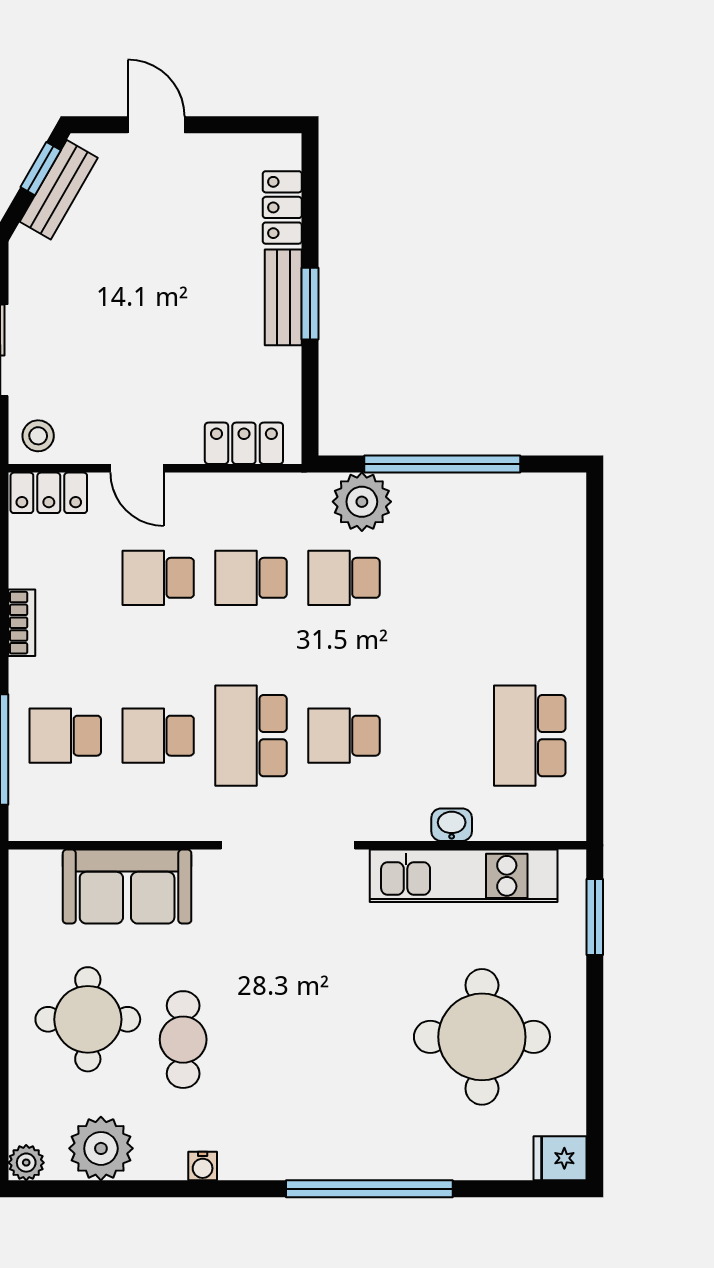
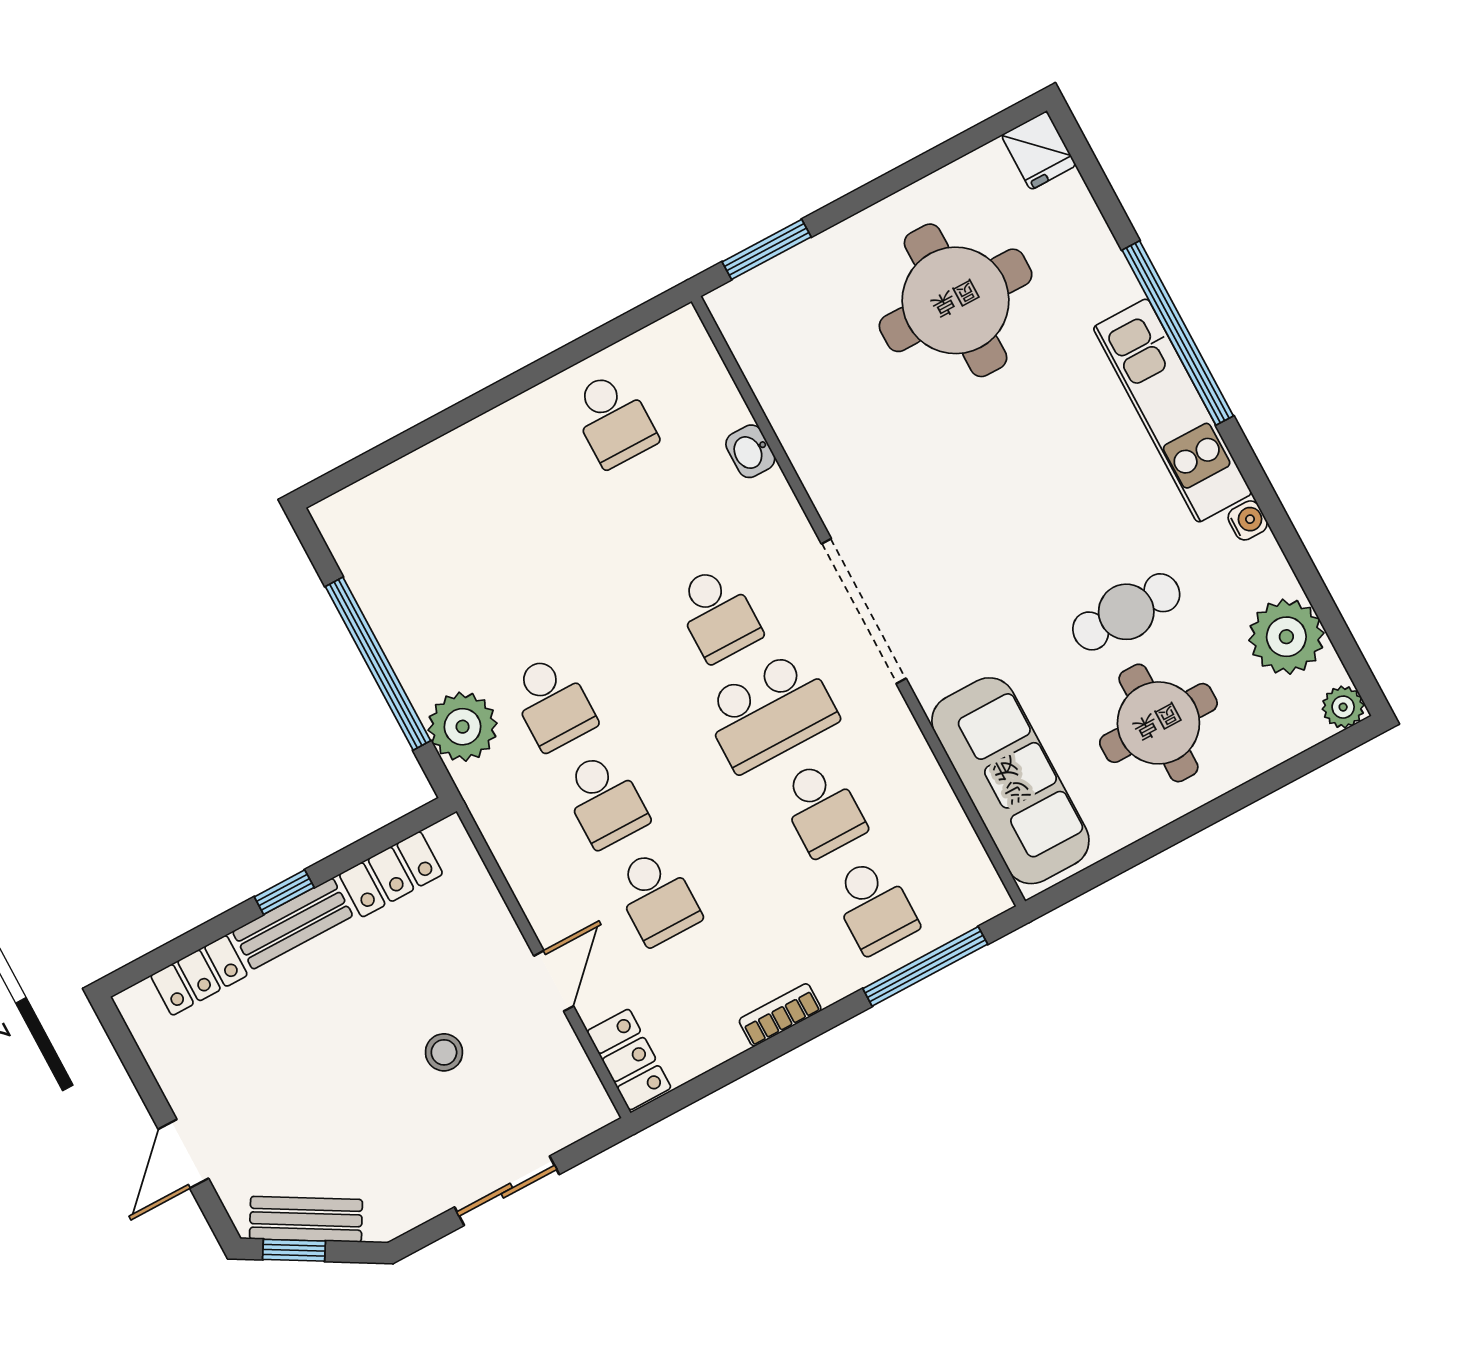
window: (310, 304) -> (284, 892), width x0.67
stool: (38, 436) -> (444, 1052), moved
locker: (244, 443) -> (391, 874), moved, turned -90
school desk: (530, 736) -> (613, 420), width x0.54
kitchen unit: (464, 876) -> (1172, 411), moved, turned 180
sofa: (127, 887) -> (1010, 781), width x1.36

